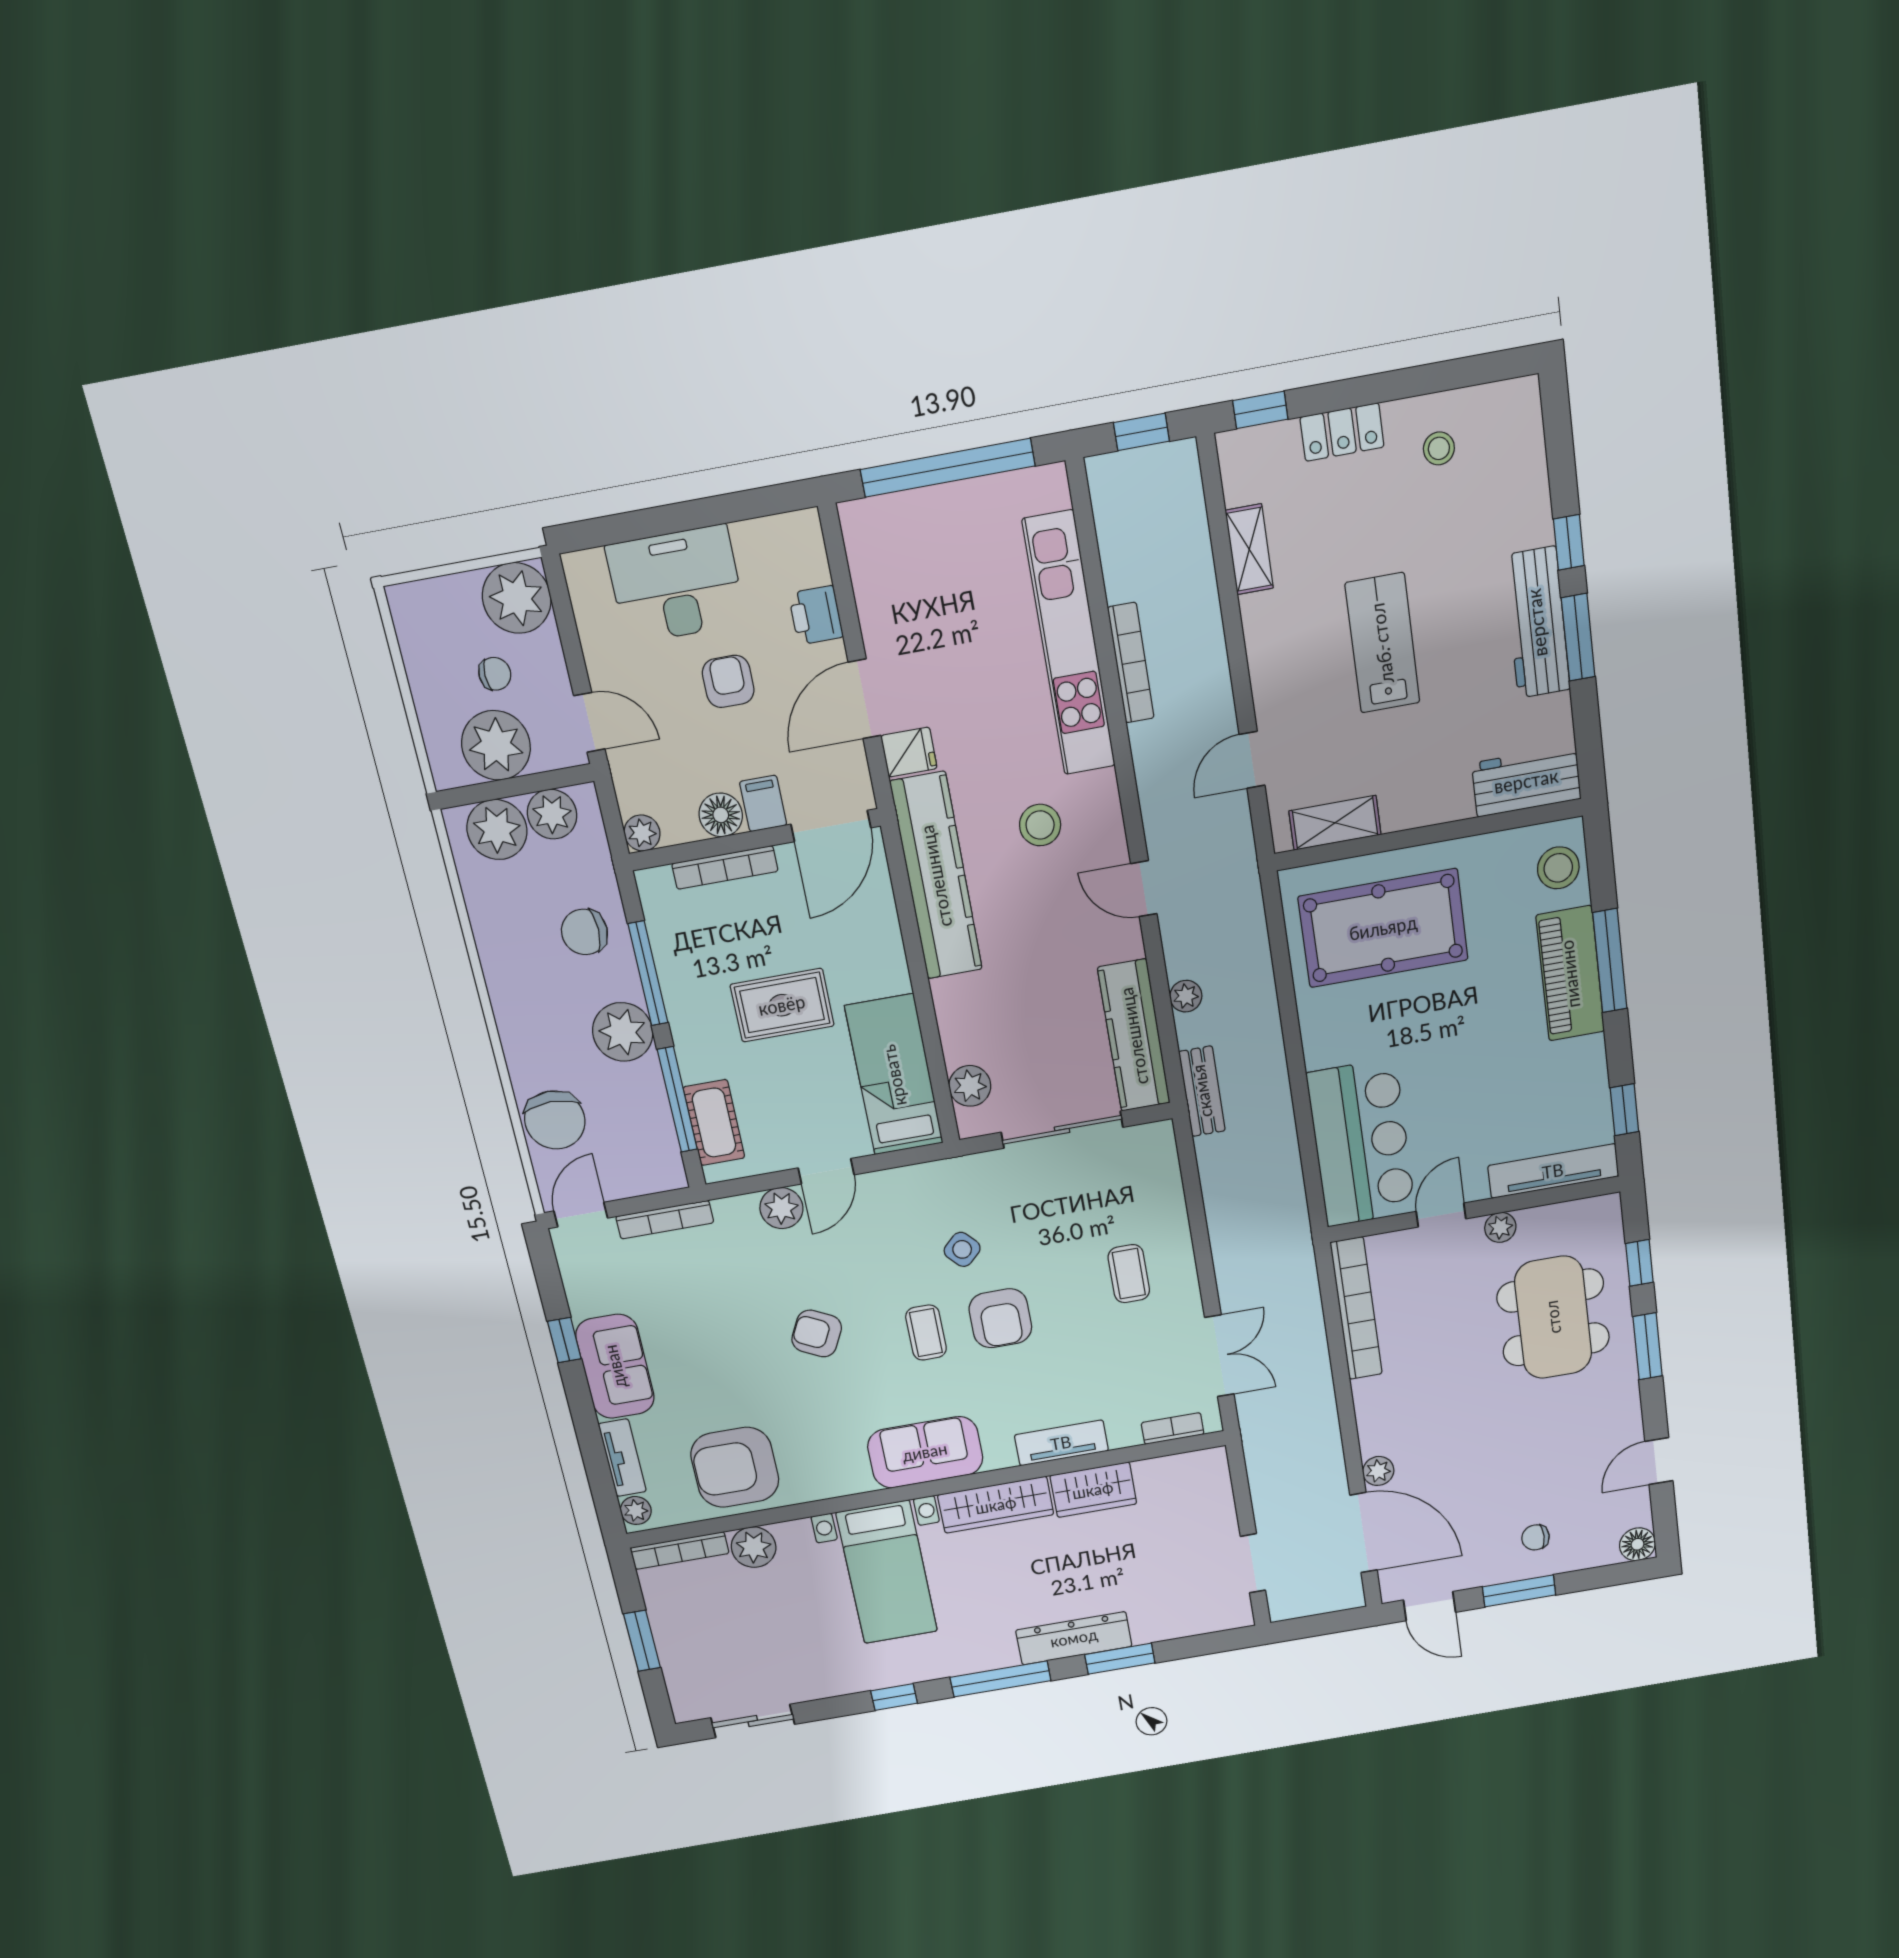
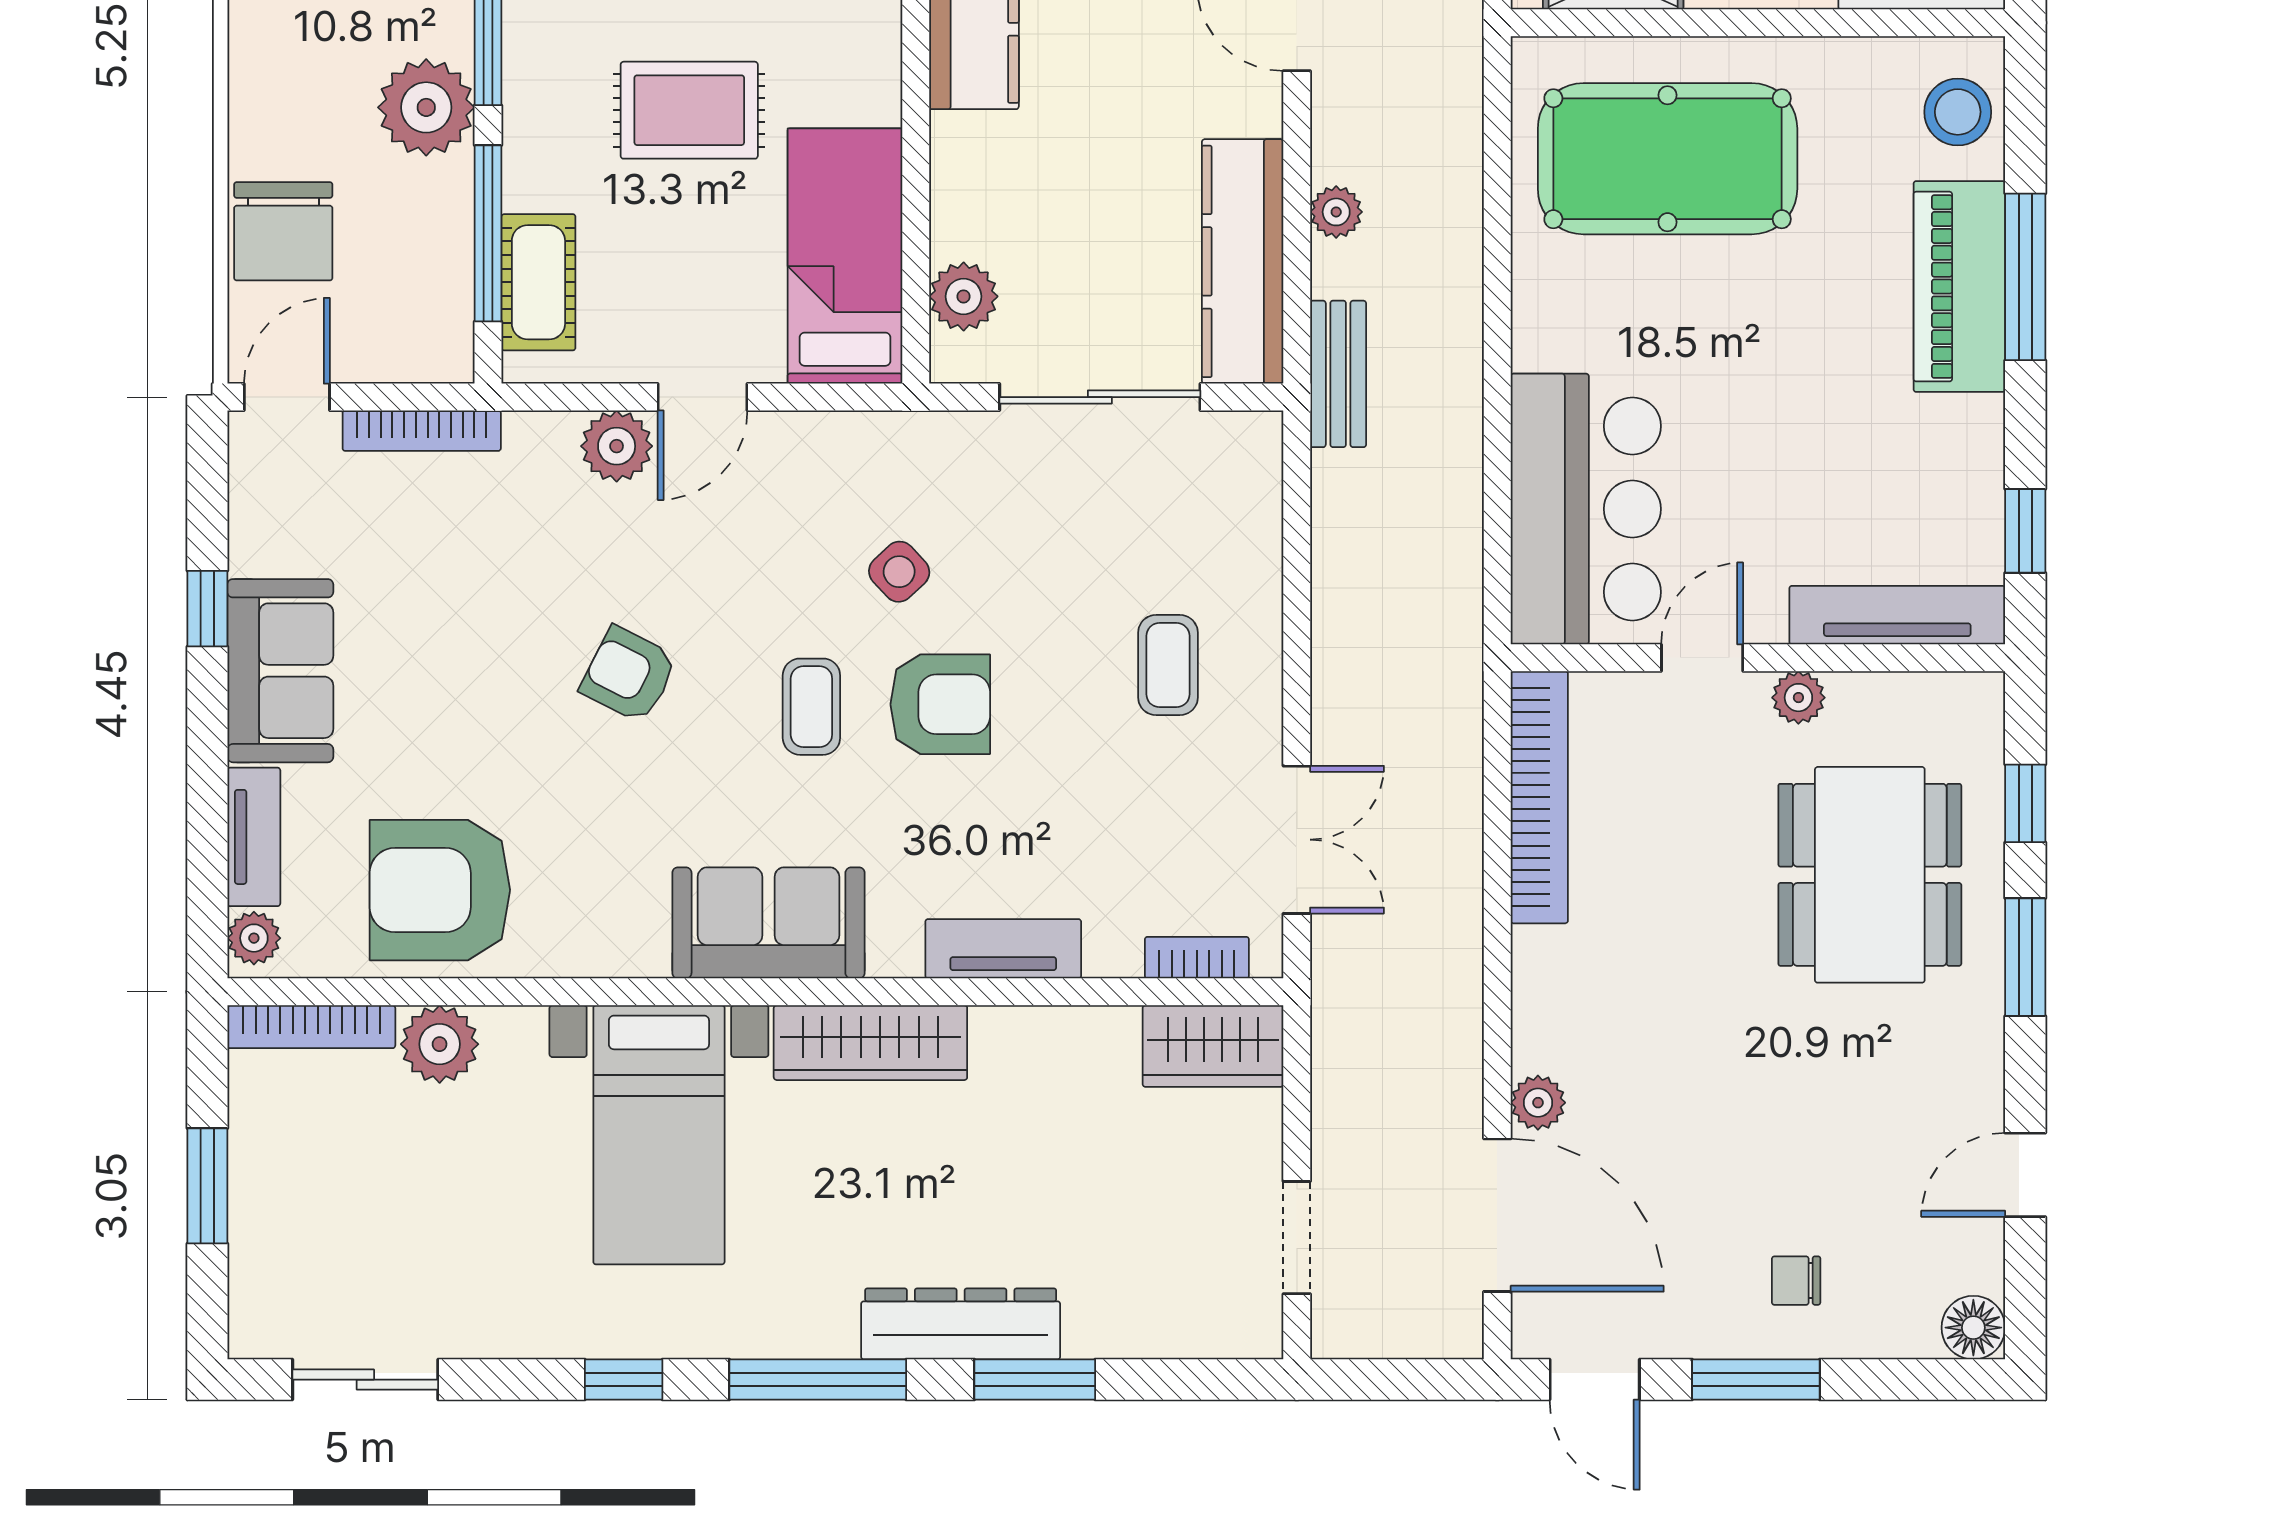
armchair: (1000, 1318) -> (940, 704), turned -90
wardrobe: (1093, 1490) -> (1213, 1046), moved

